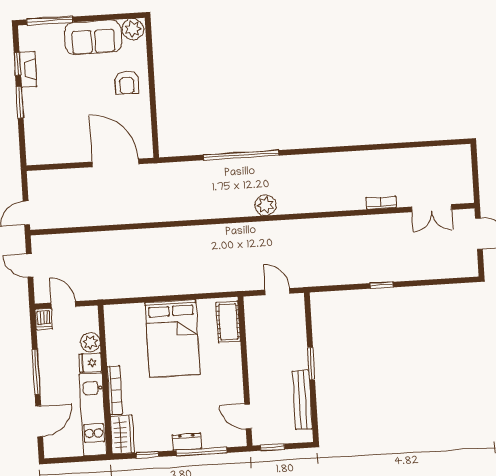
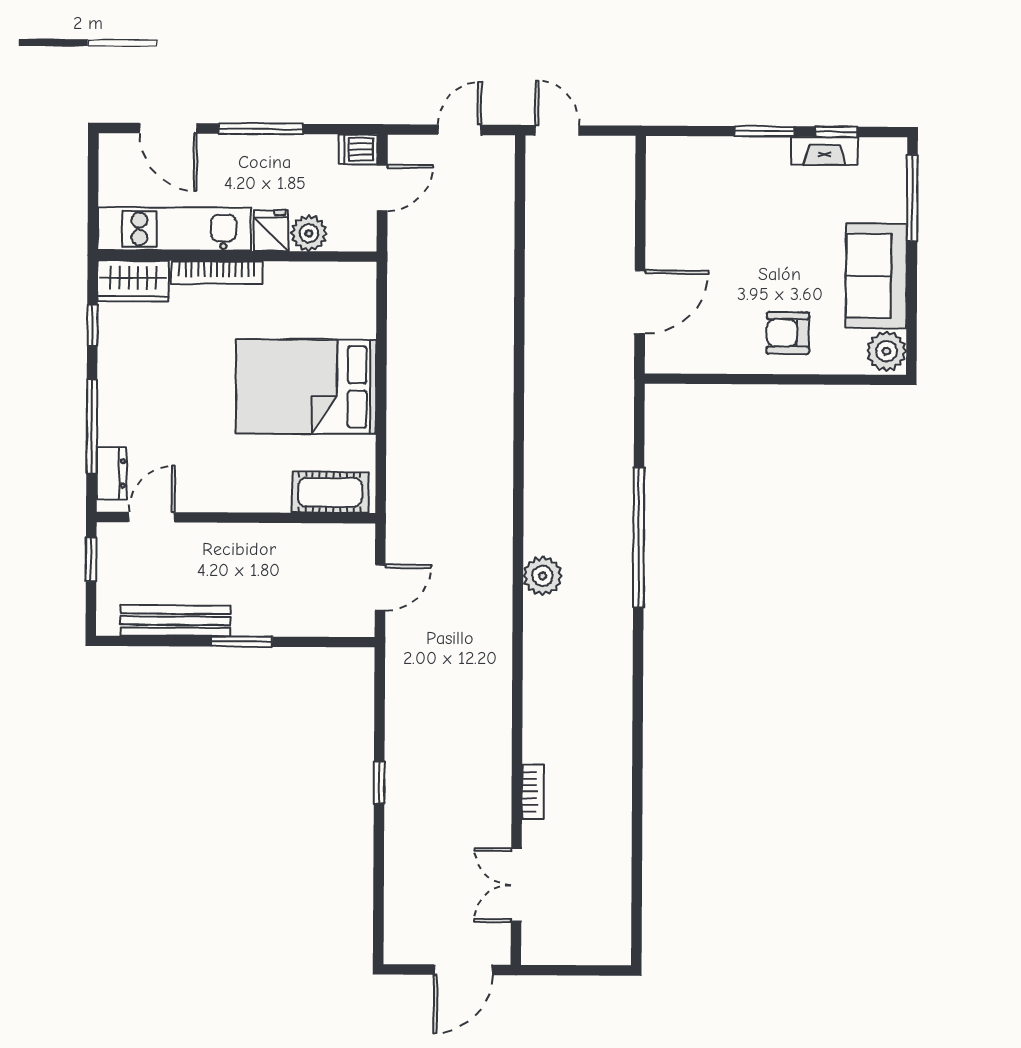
door: (115, 163) -> (640, 302), width x0.73
dresser: (187, 442) -> (112, 473), moved

